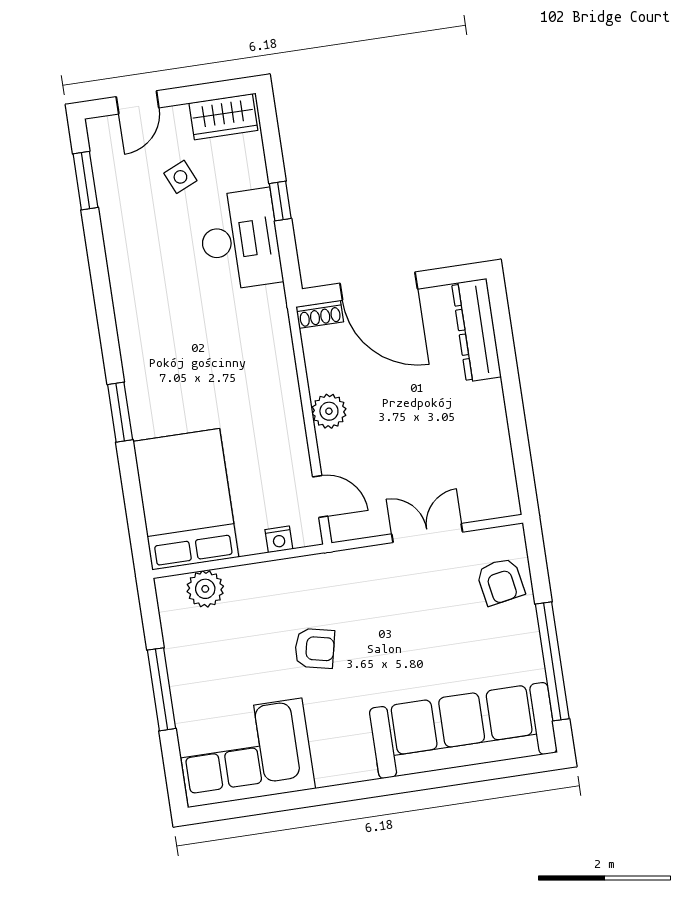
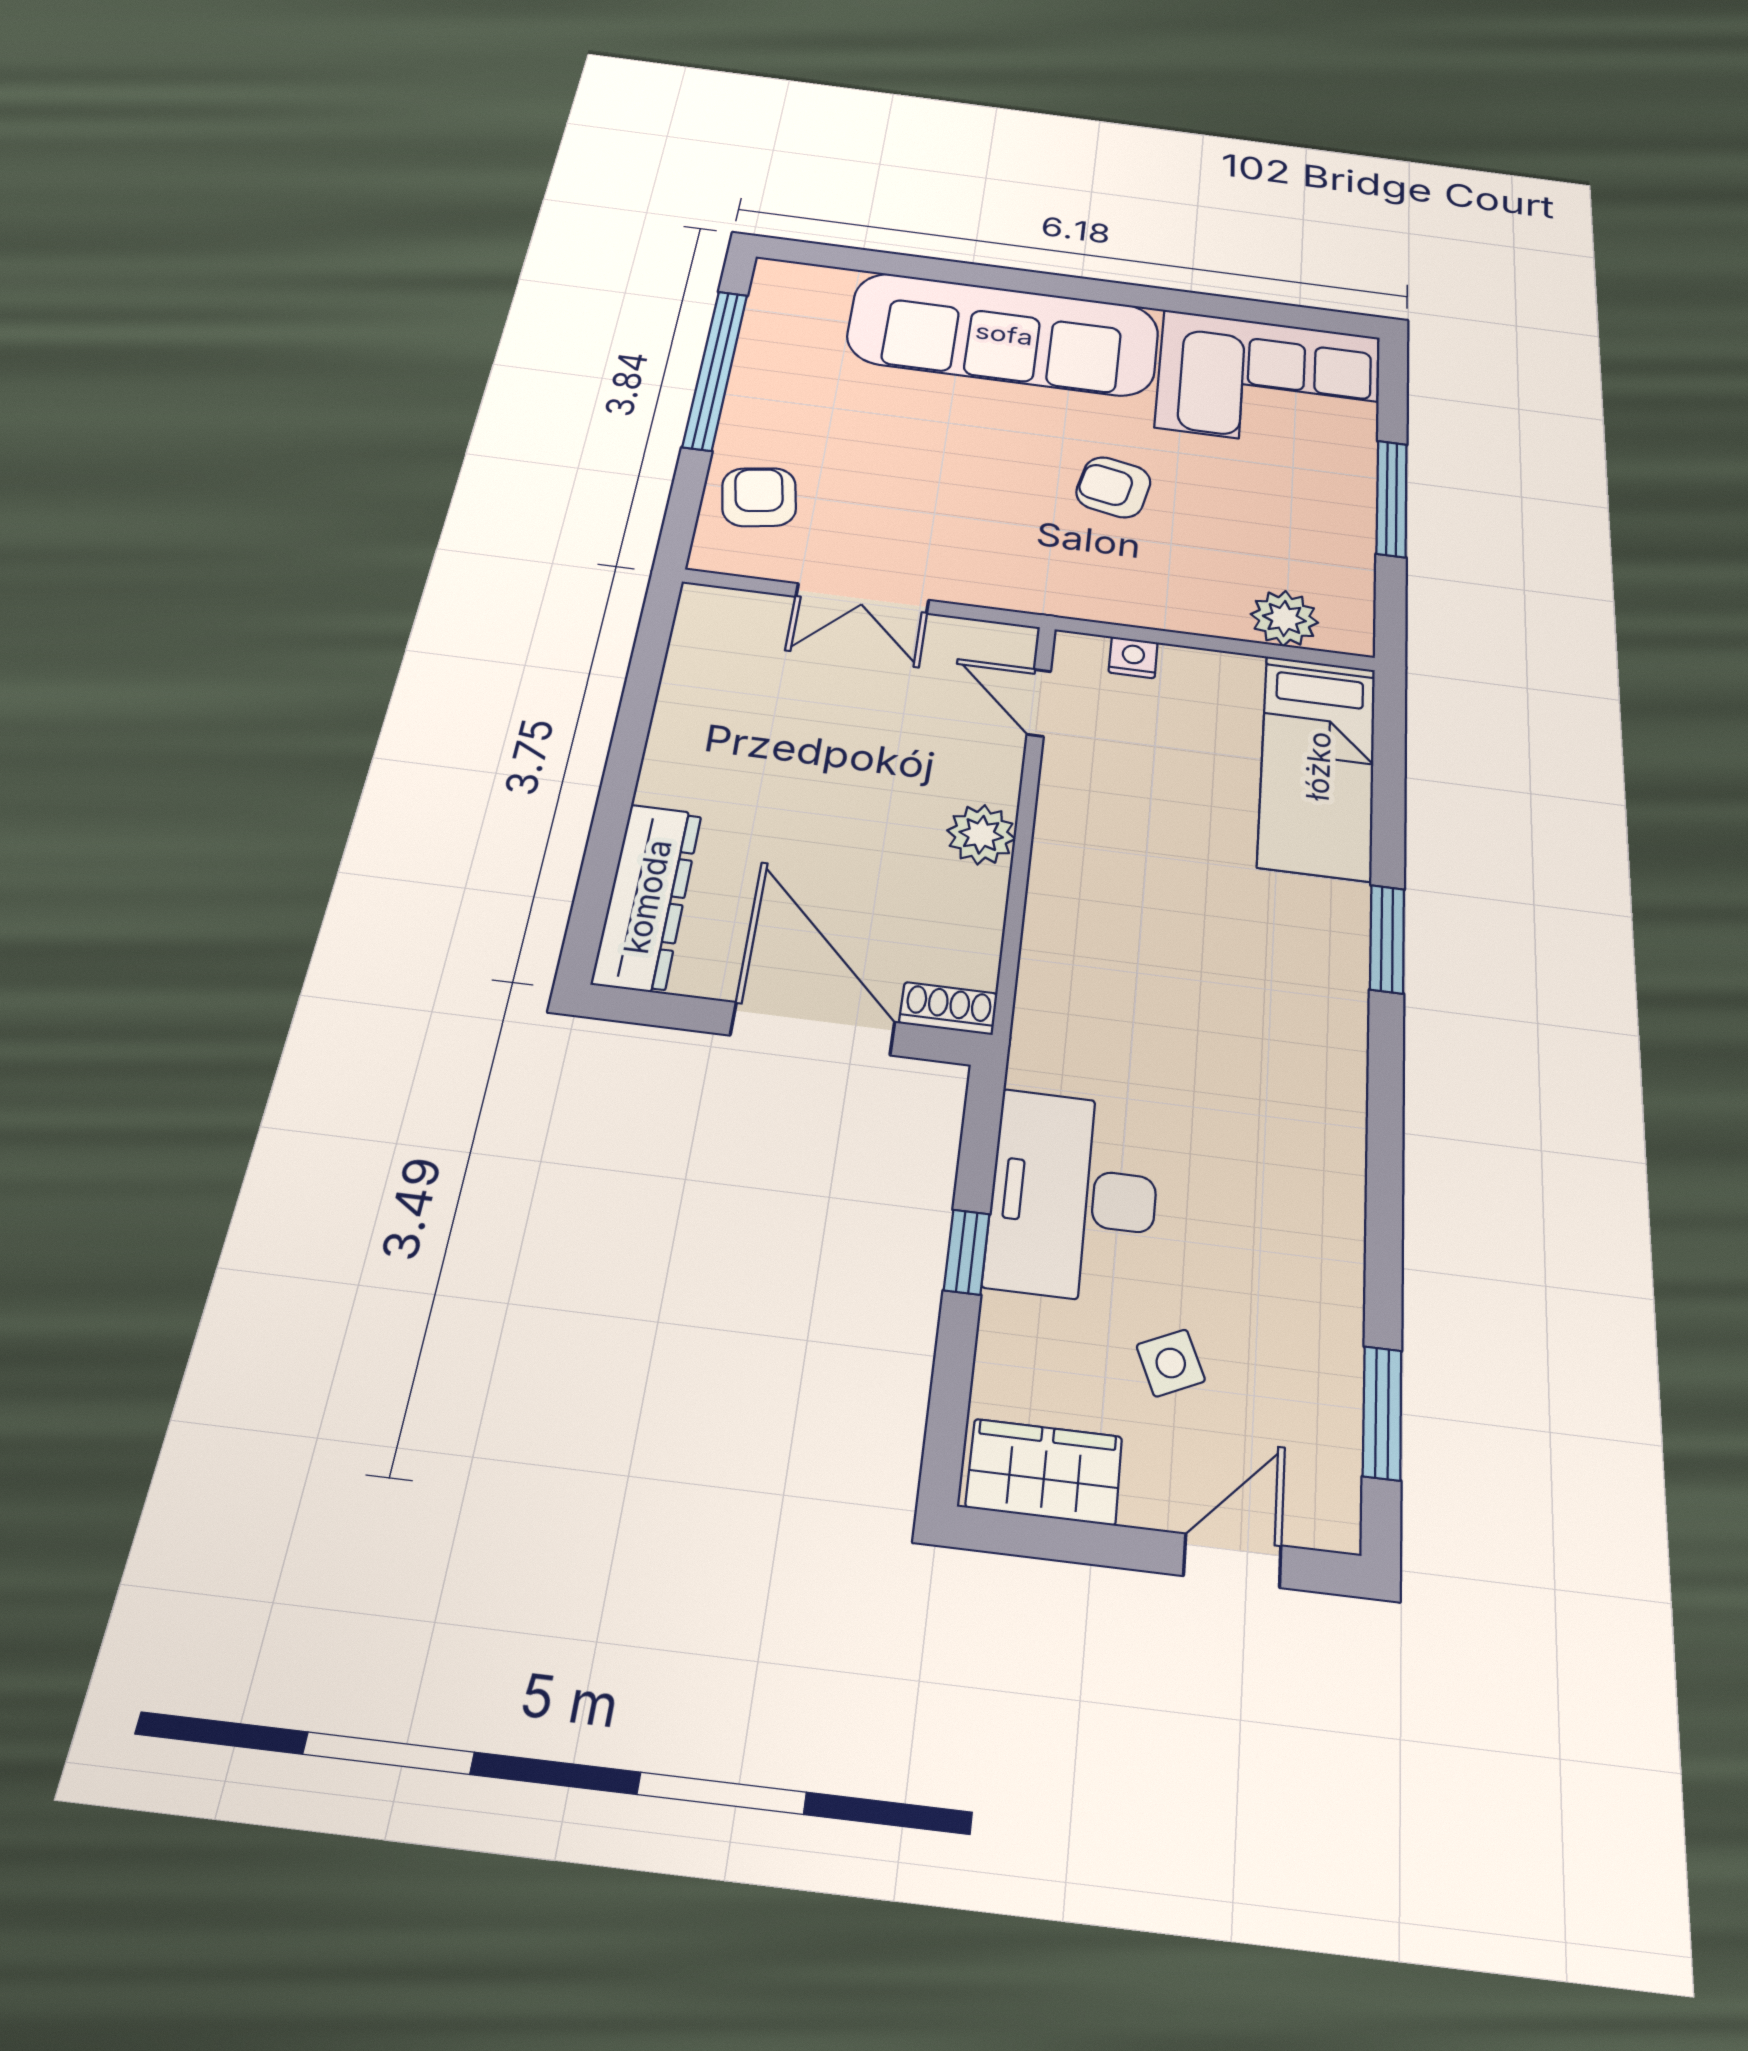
bed: (186, 499) -> (1318, 766), width x0.67
sofa: (463, 731) -> (1004, 334), moved

